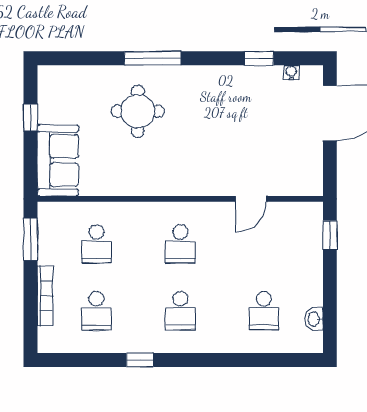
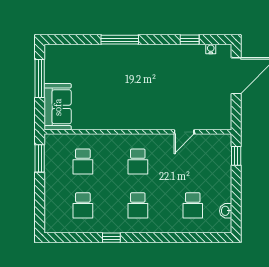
round table: (138, 111) -> (110, 74), removed
window: (31, 117) -> (40, 79), width x2.17
bookcase: (45, 296) -> (49, 195), removed

